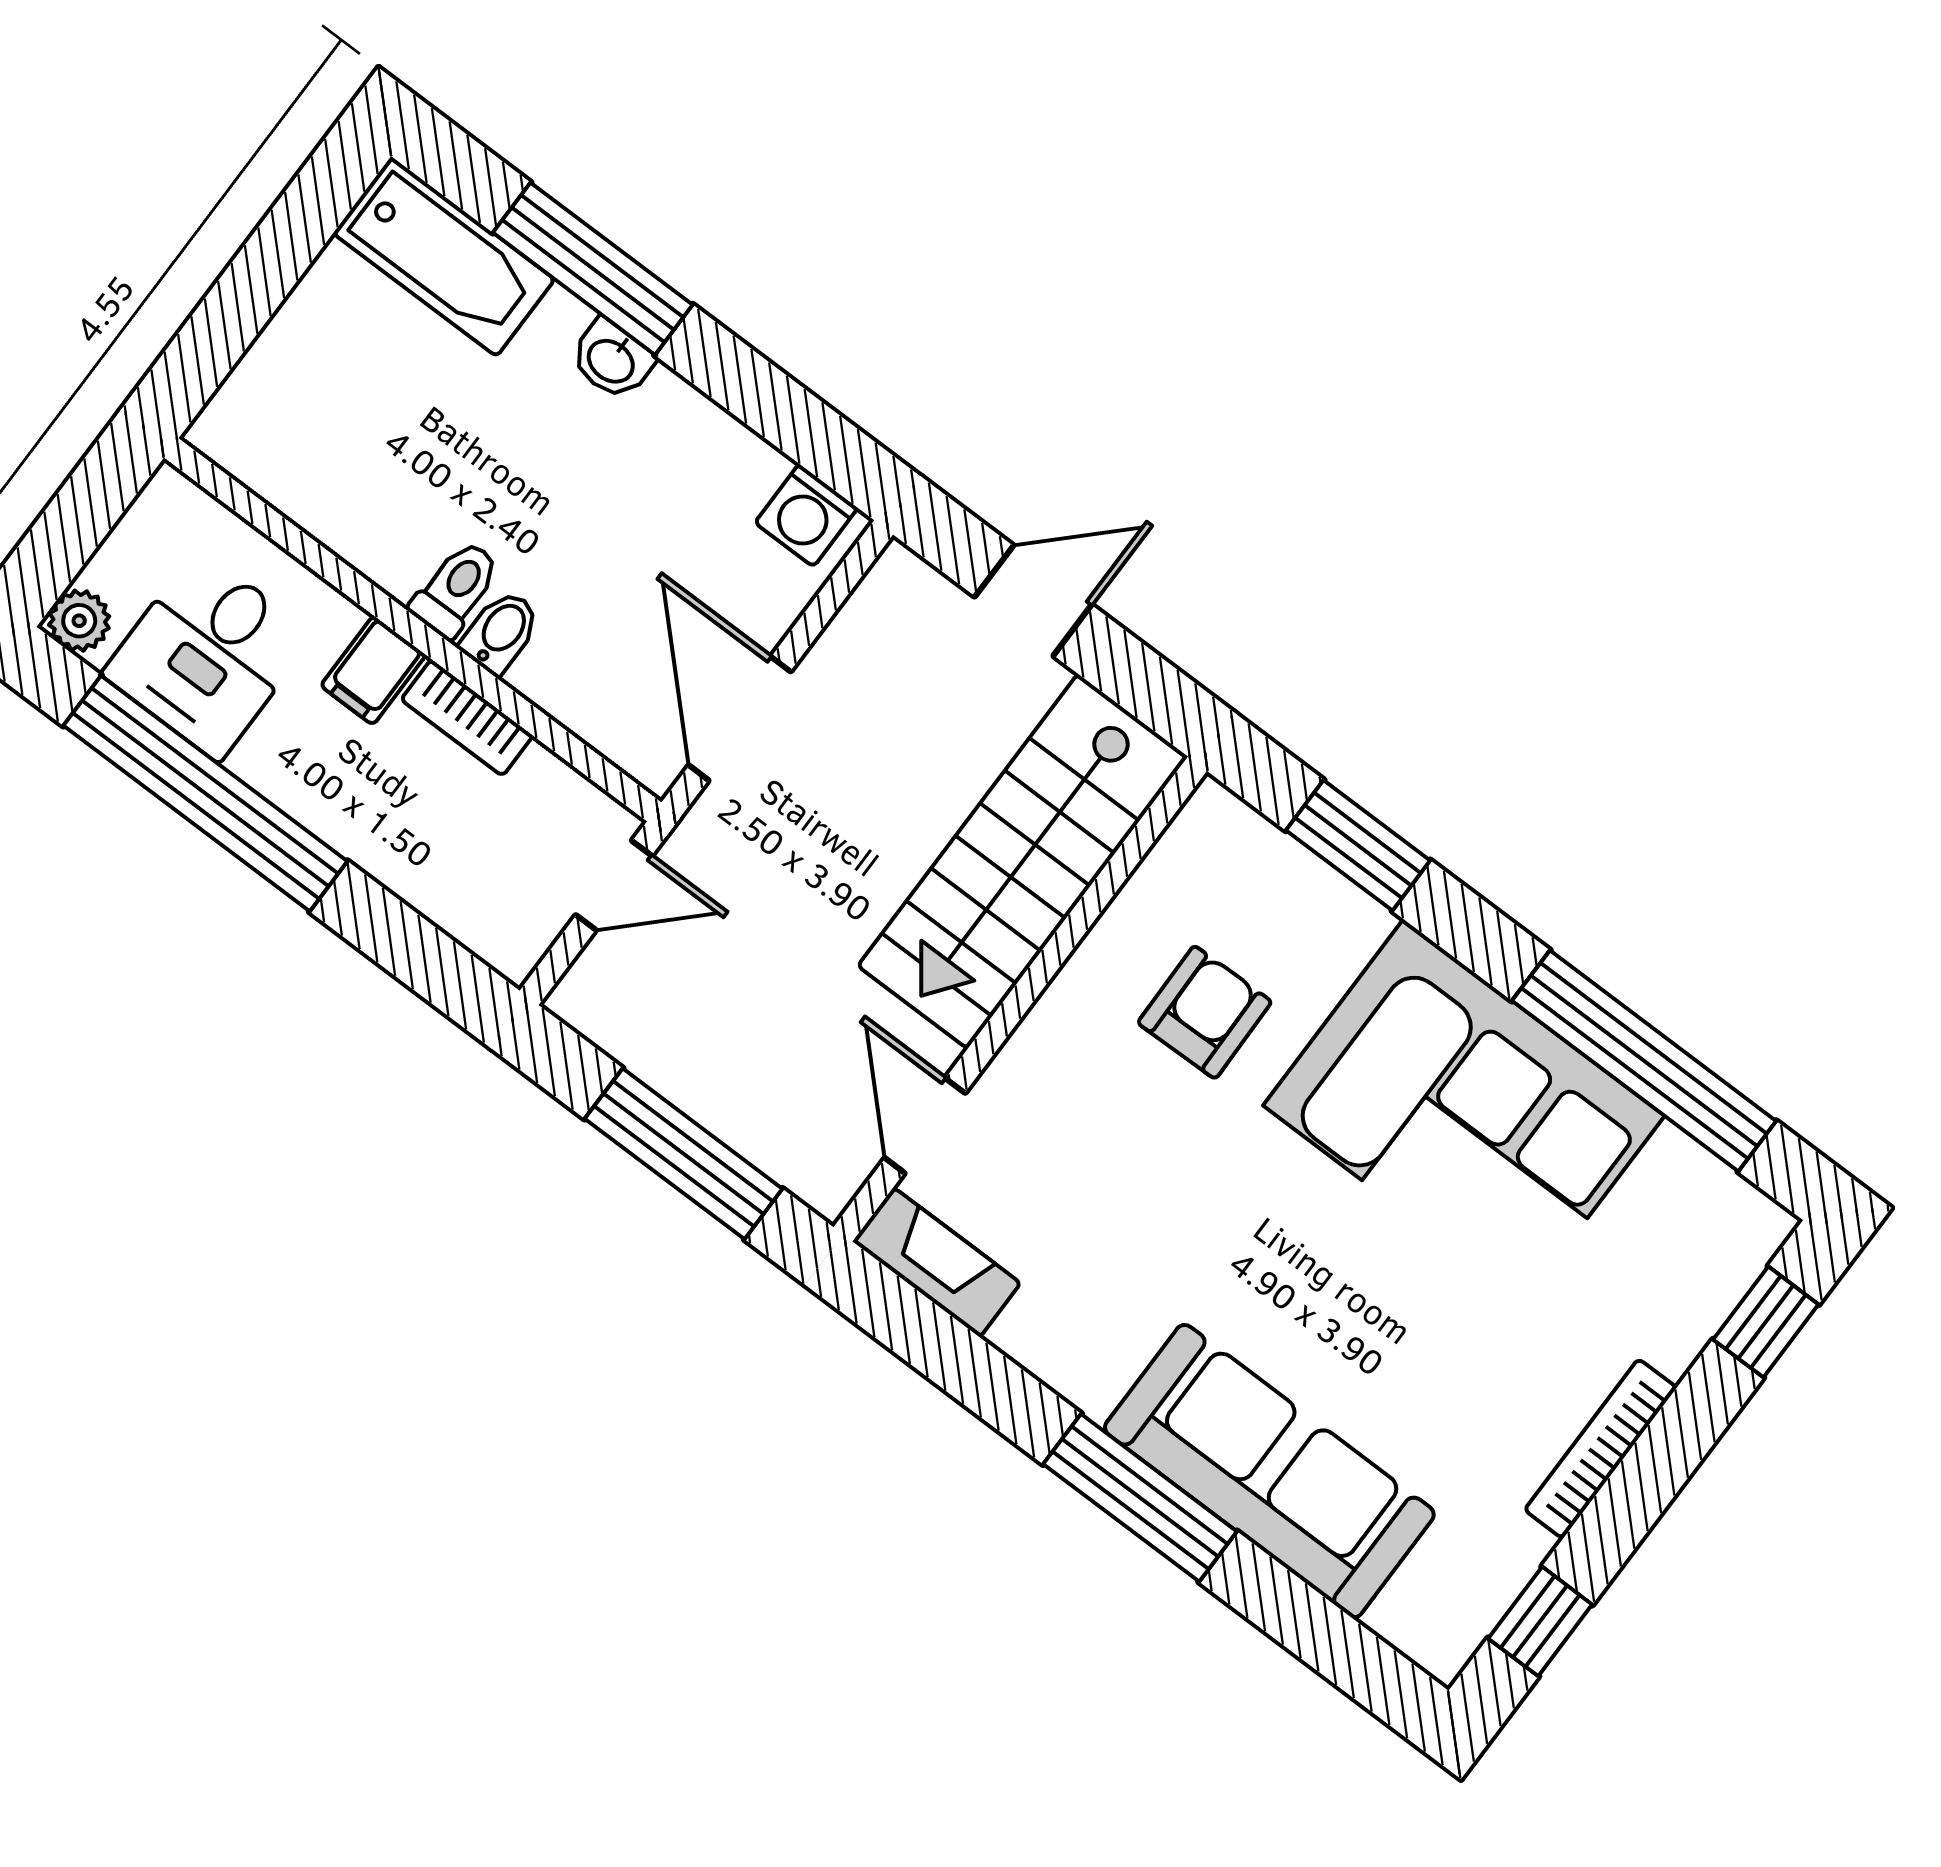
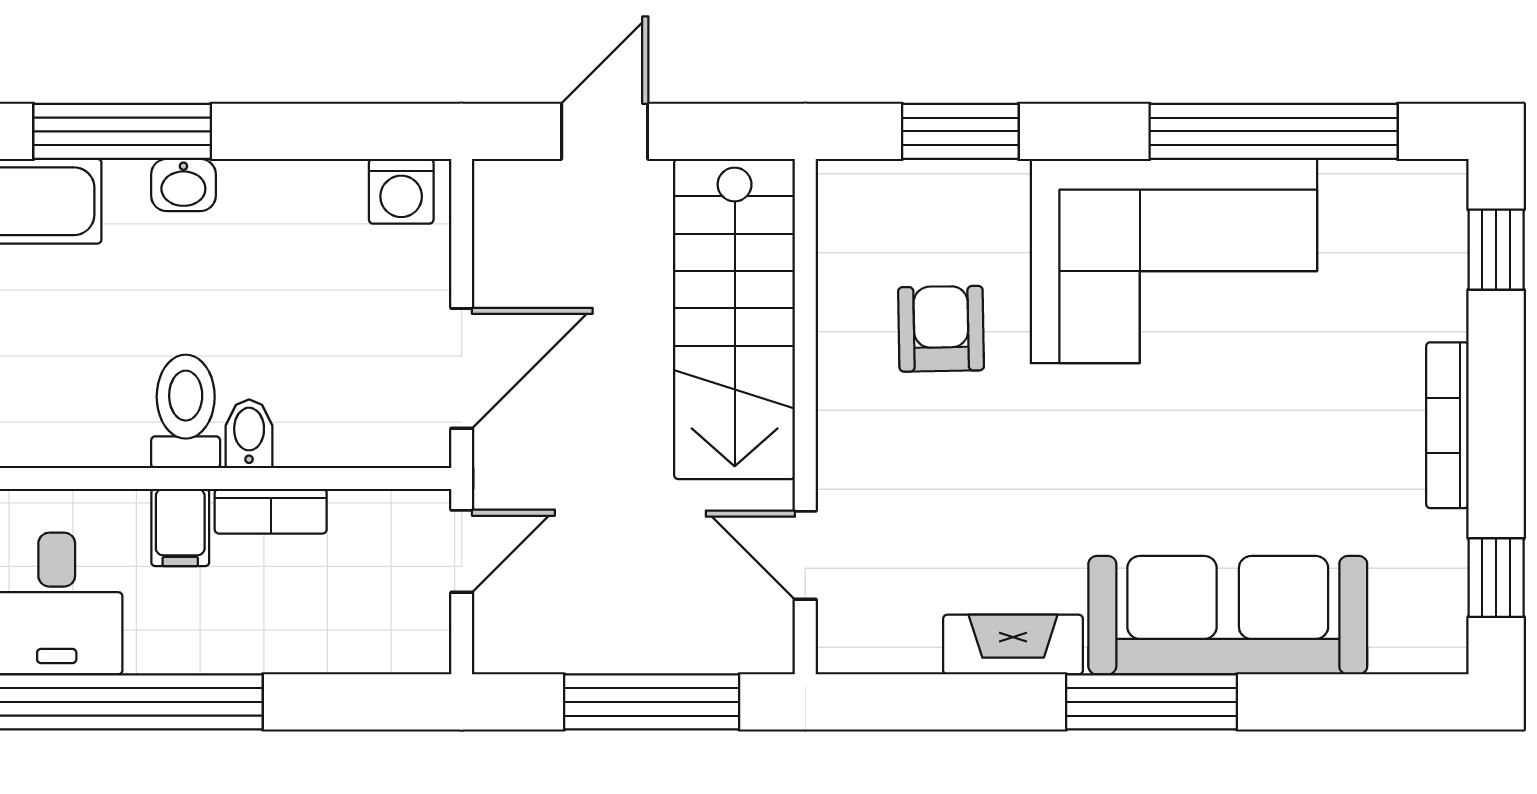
toilet: (456, 589) -> (186, 411), width x1.37, depth x1.39
door: (740, 718) -> (462, 368), swing flipped
fireplace: (937, 1262) -> (1013, 645), moved

